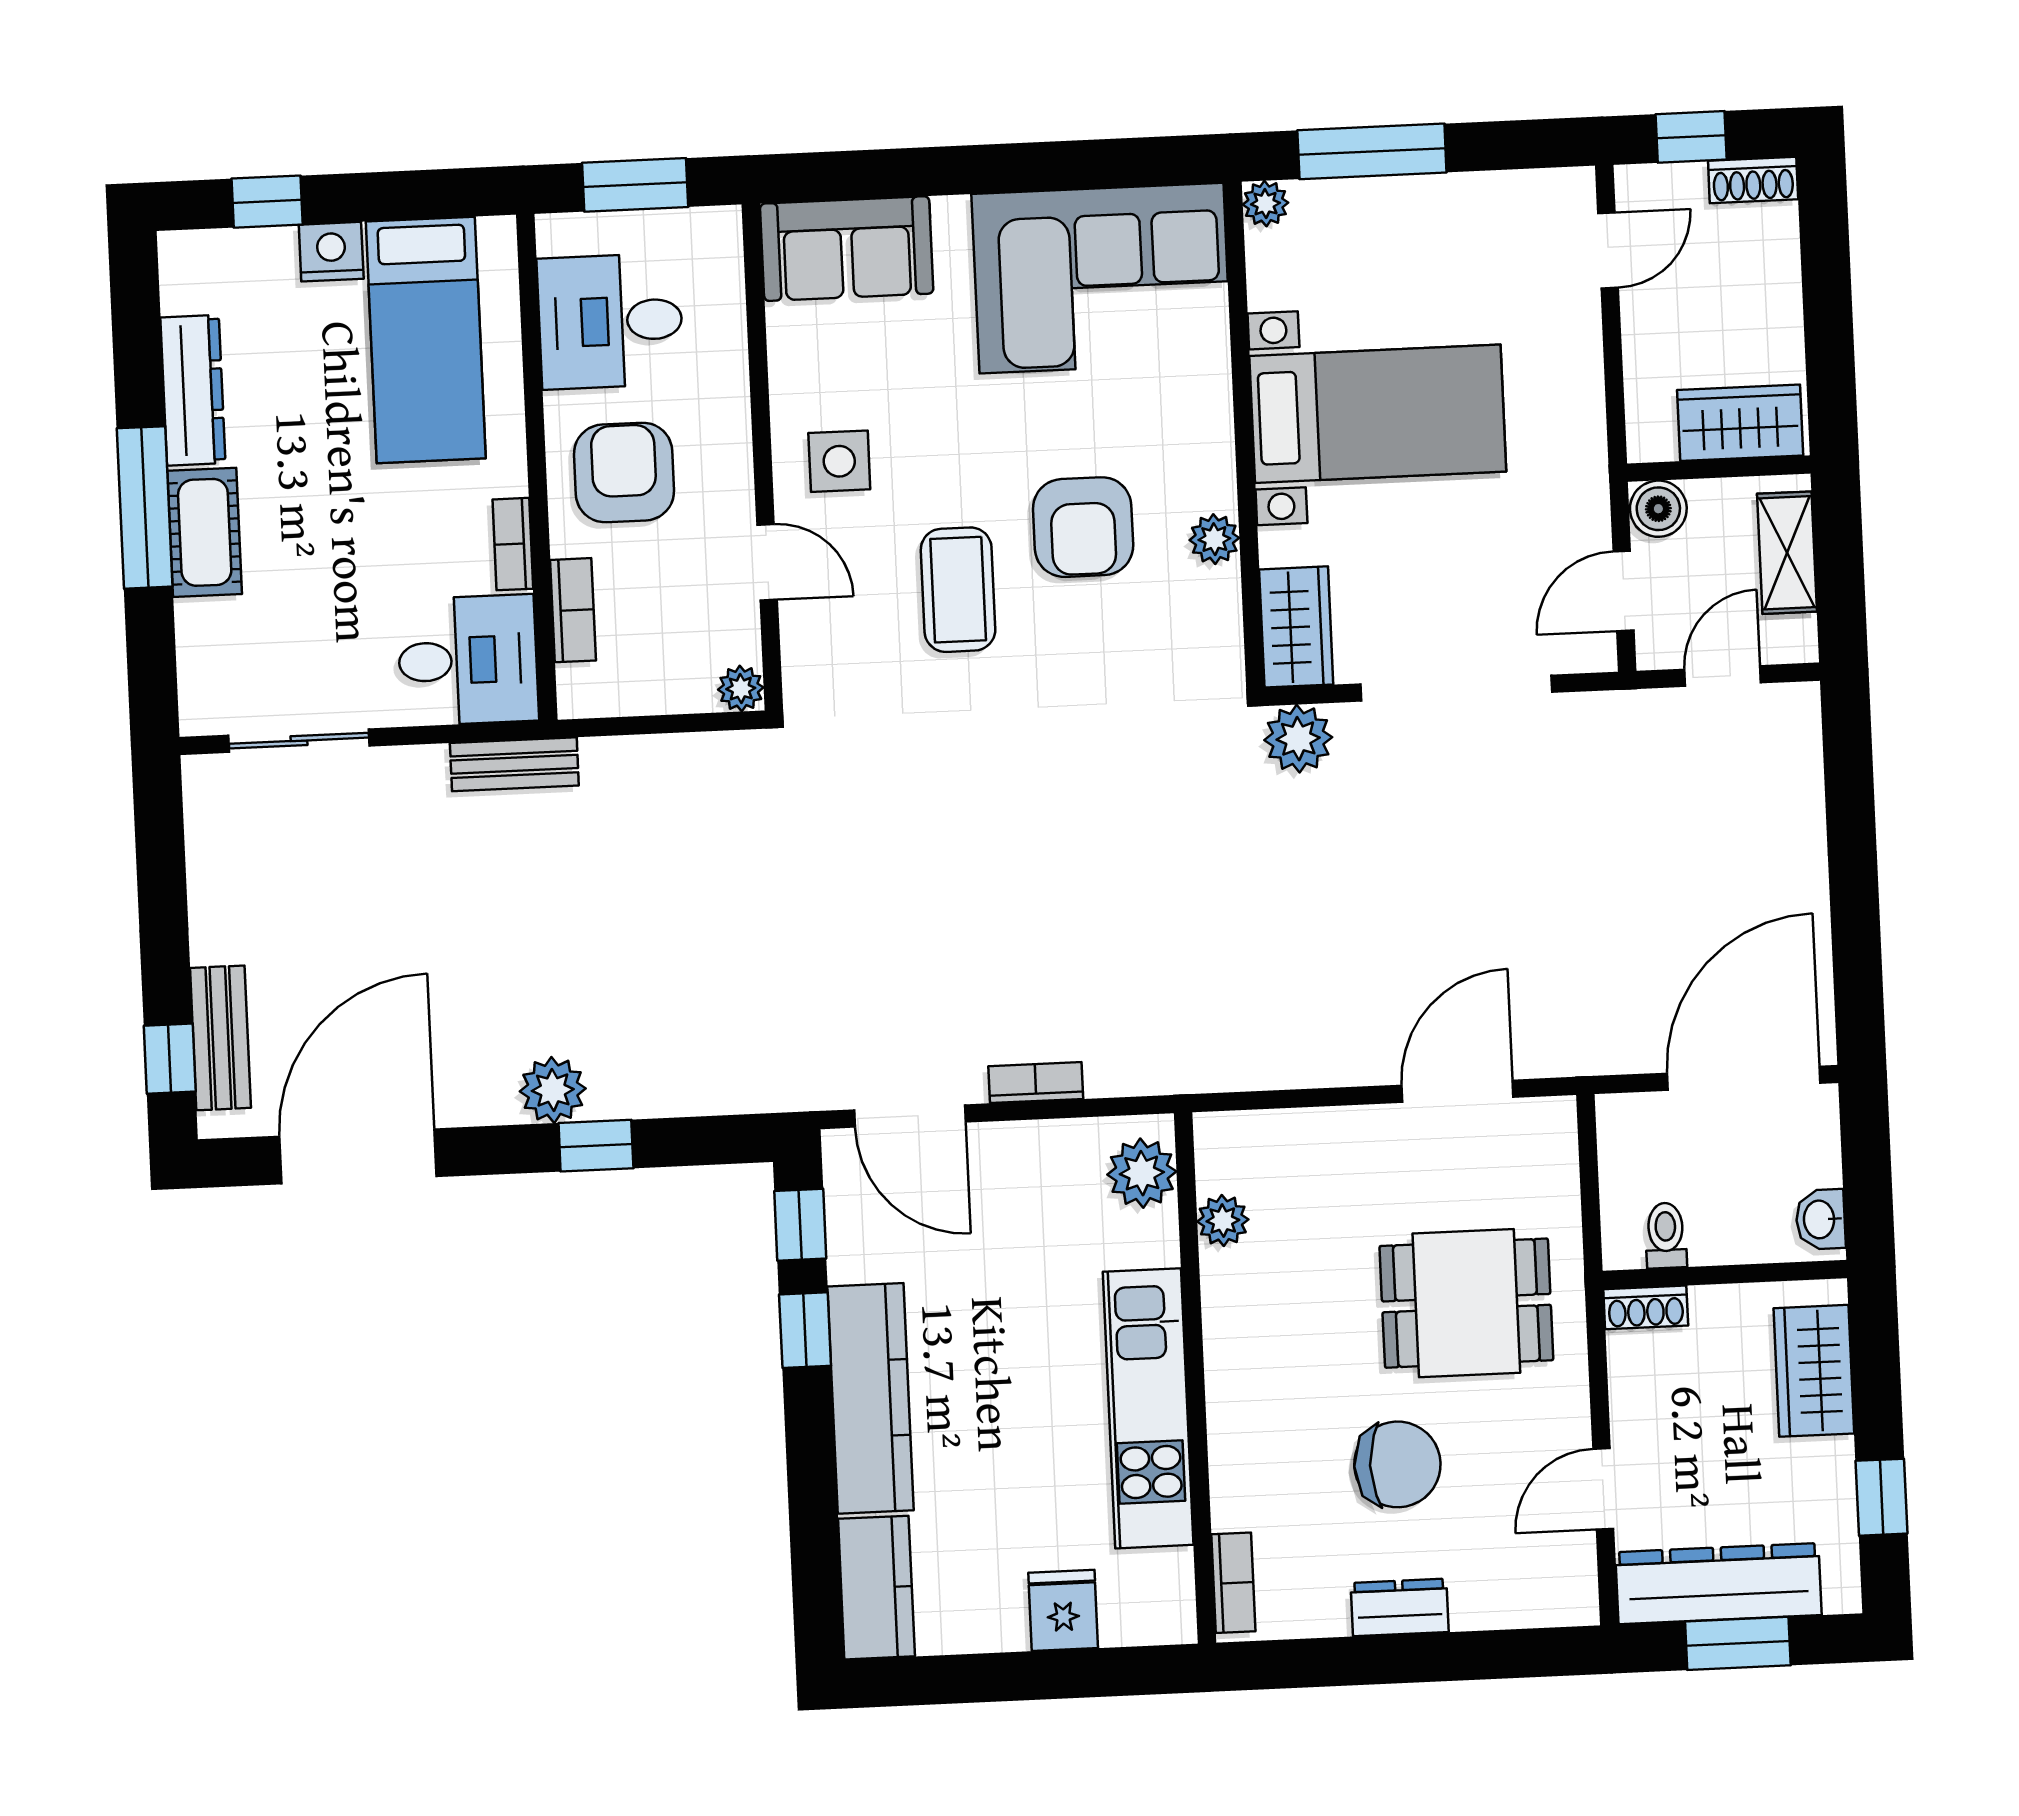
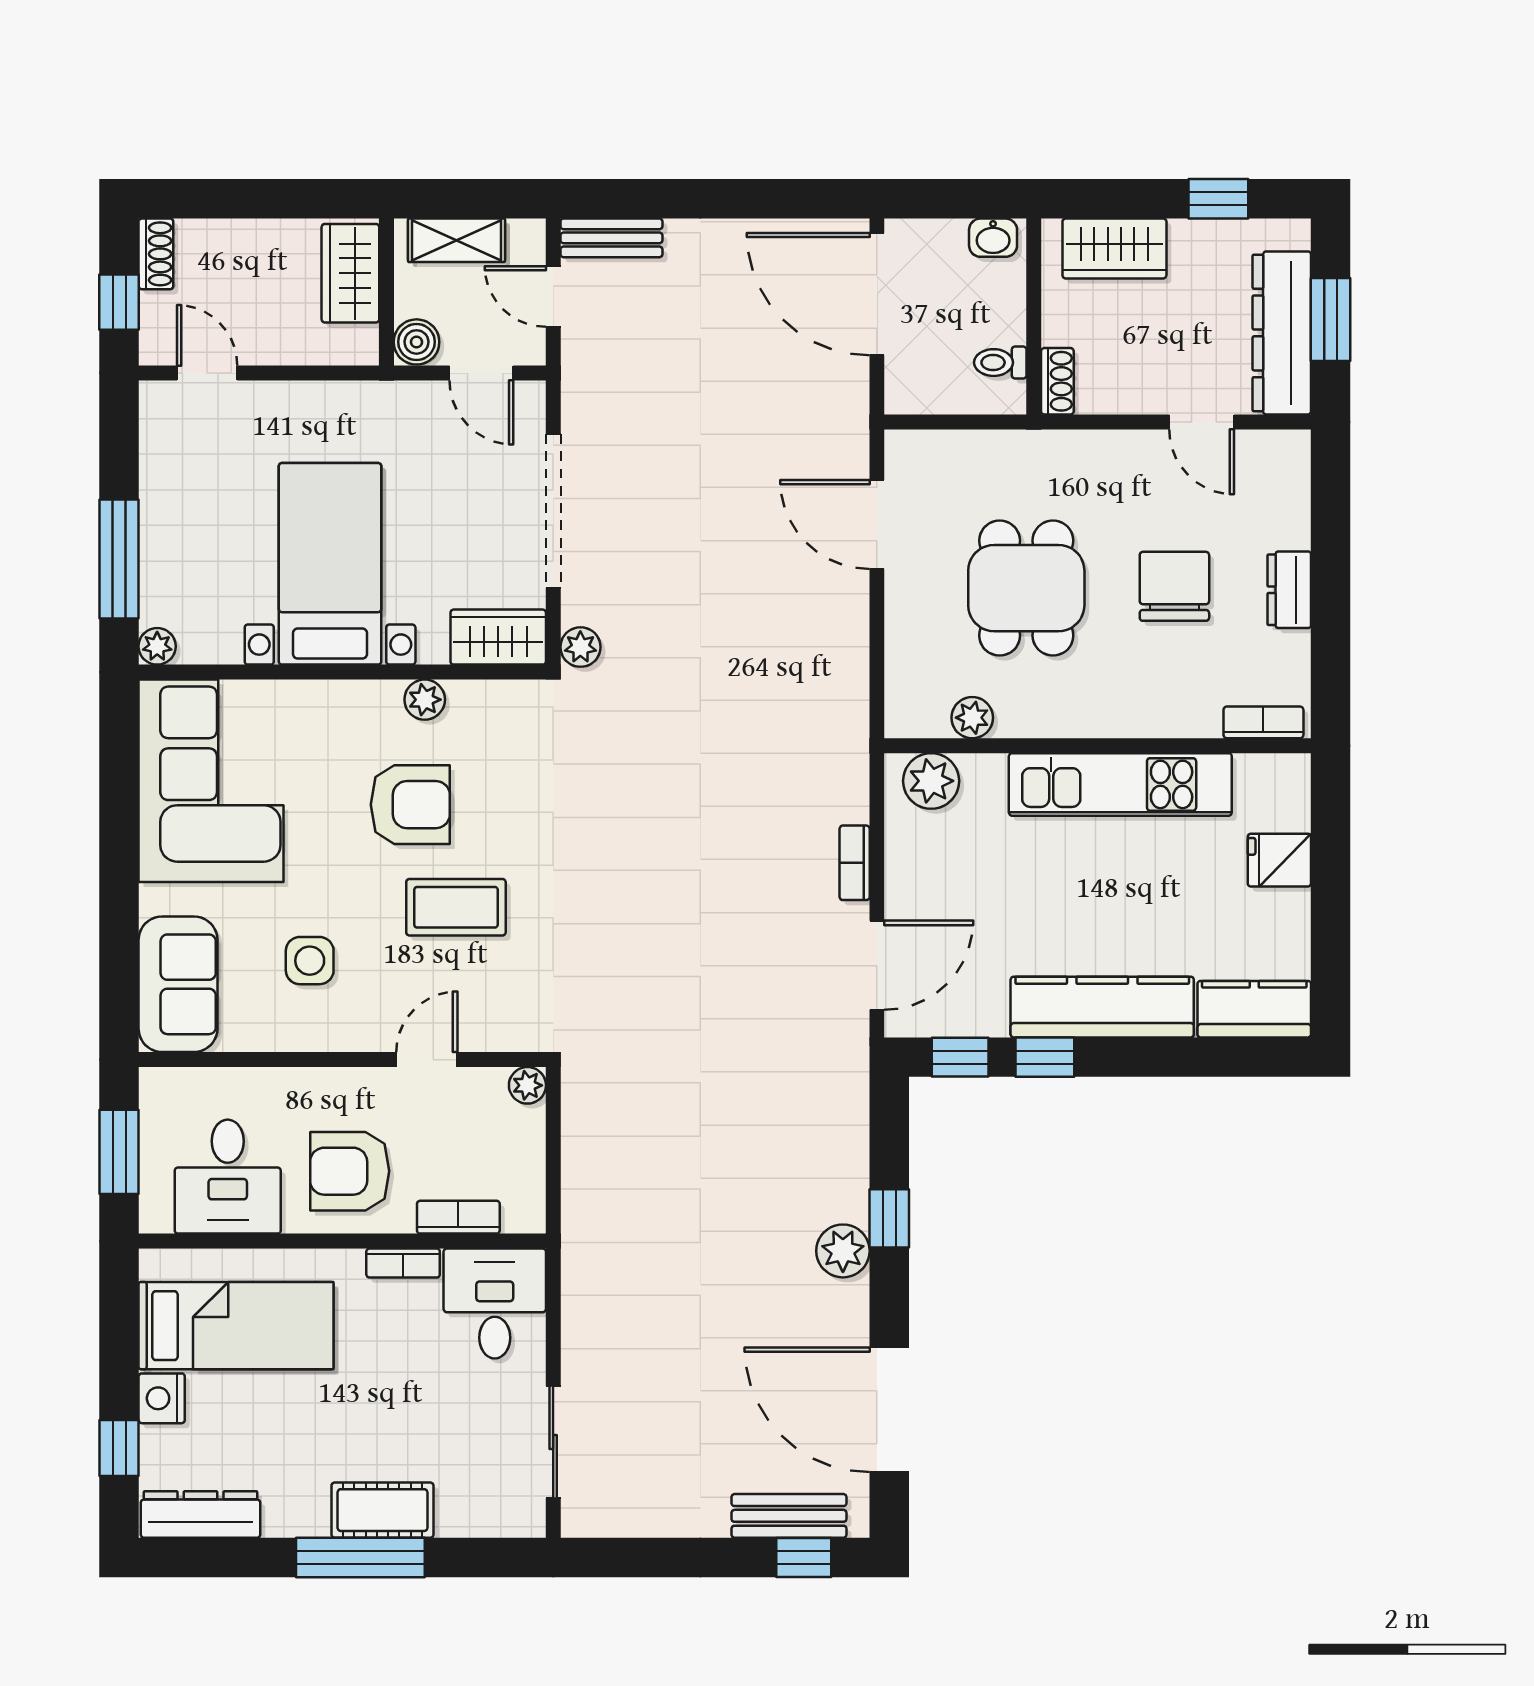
dresser: (193, 390) -> (201, 1514), moved
side table: (839, 461) -> (310, 961), moved
plant: (1298, 739) -> (580, 647), width x0.73, depth x0.73
bench: (514, 764) -> (611, 238), moved, turned 90
dining table: (1466, 1303) -> (1026, 588), moved

